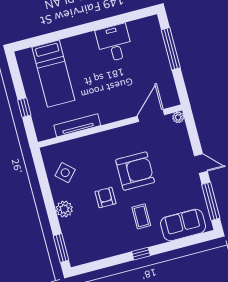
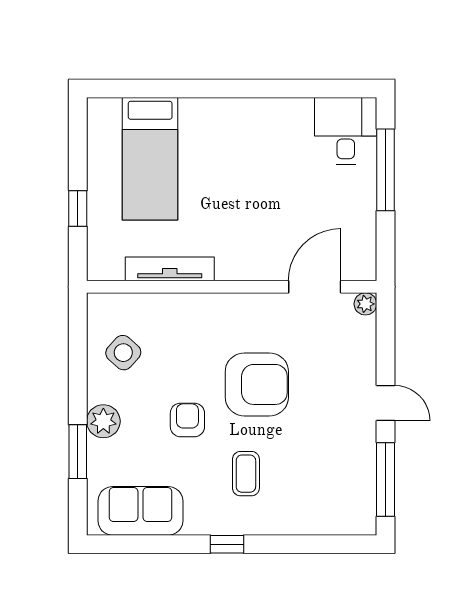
desk: (114, 43) -> (346, 131), moved
sofa: (183, 225) -> (140, 511), moved
window: (61, 248) -> (78, 452), moved

